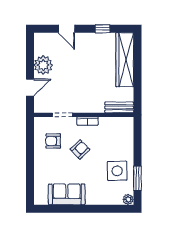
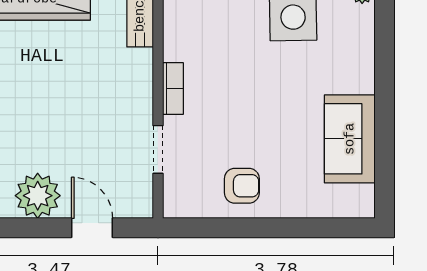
armchair: (53, 141) -> (242, 186), moved, turned -90
armchair: (80, 149) -> (241, 107), removed

